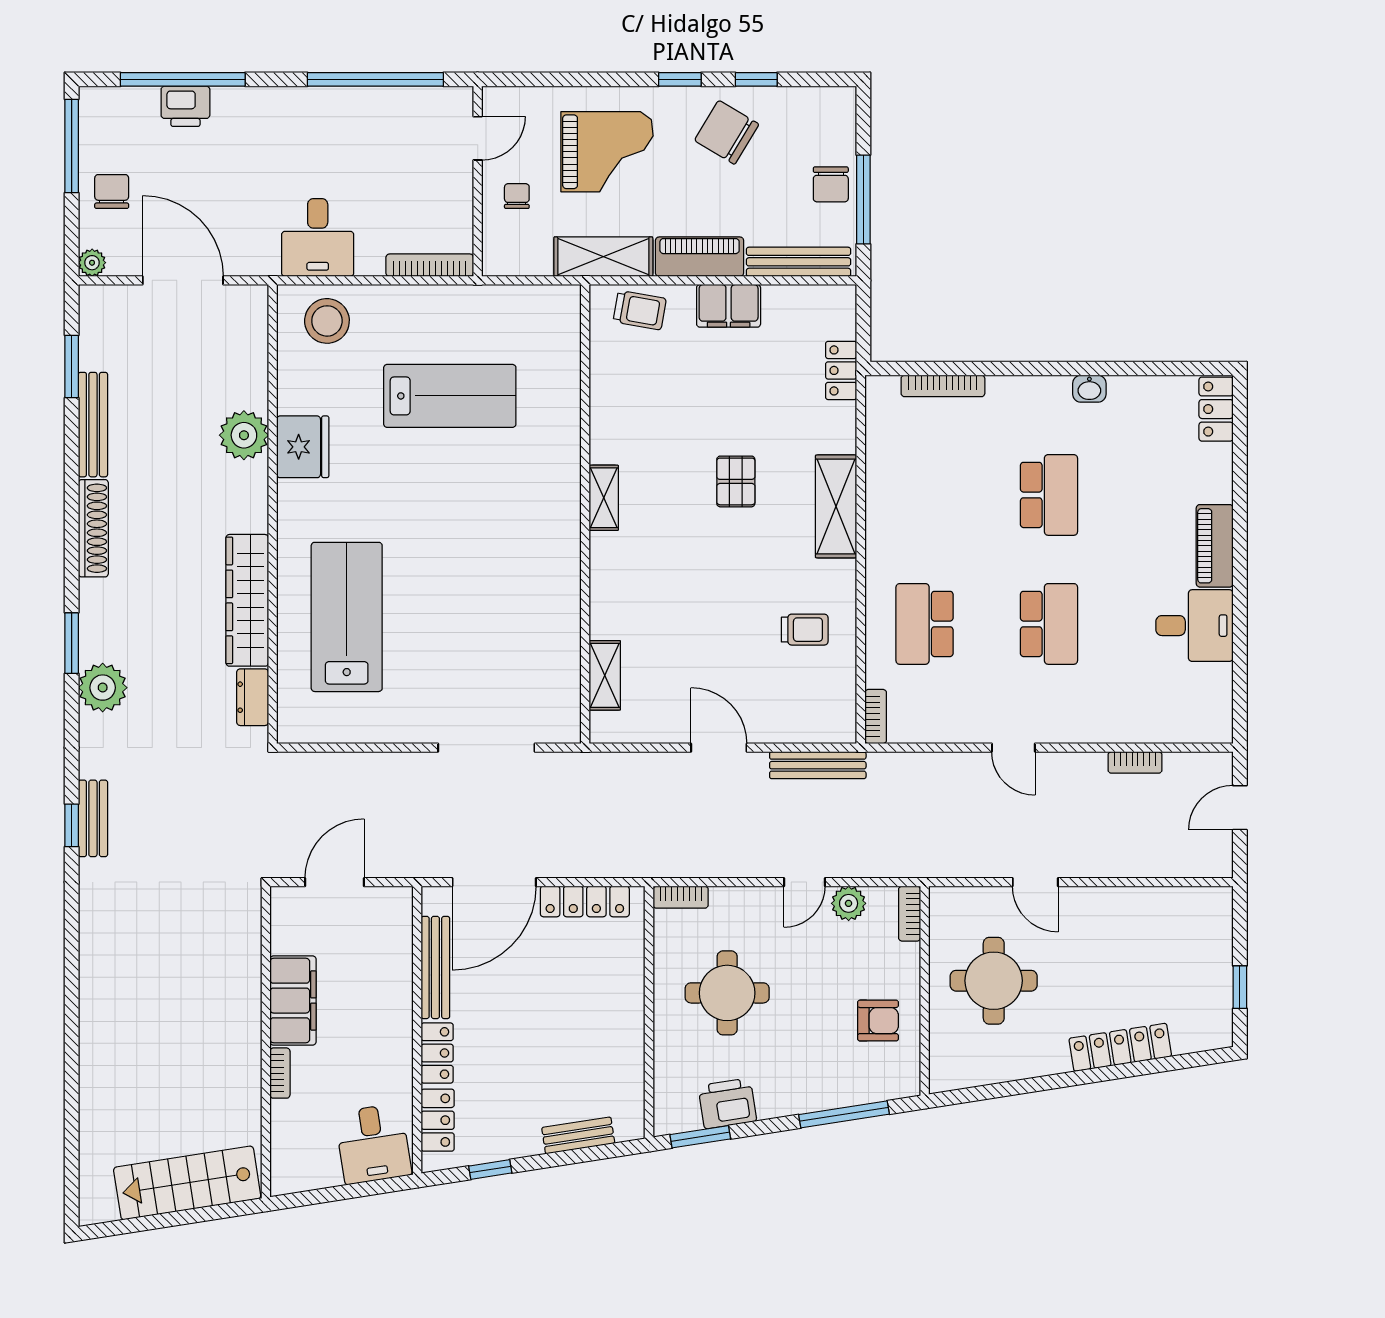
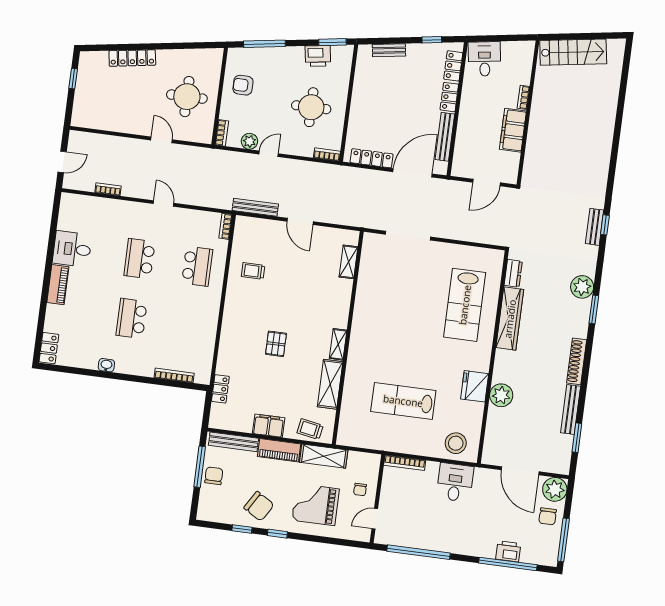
plant: (92, 263) -> (555, 489), width x1.88, depth x1.88
shelving: (836, 506) -> (330, 384), moved

